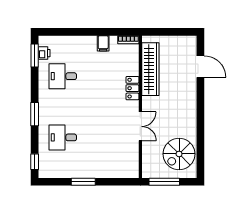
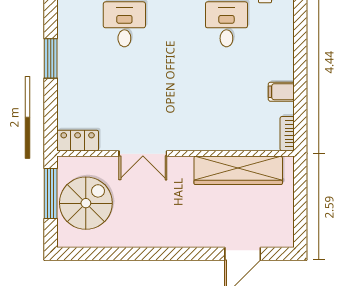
locker: (132, 88) -> (78, 141), moved
spiral stairs: (179, 154) -> (86, 203), moved, turned 90

